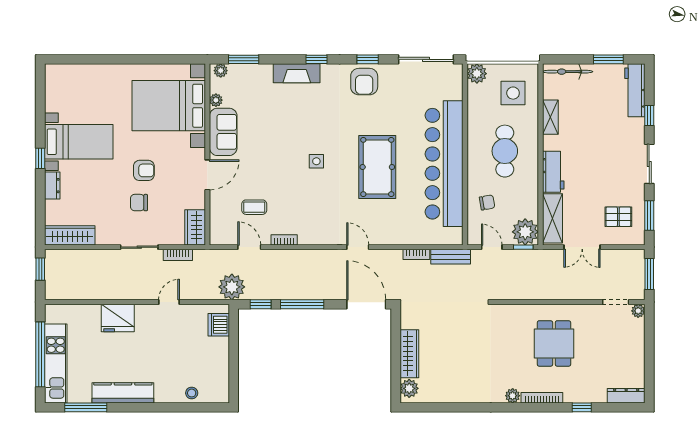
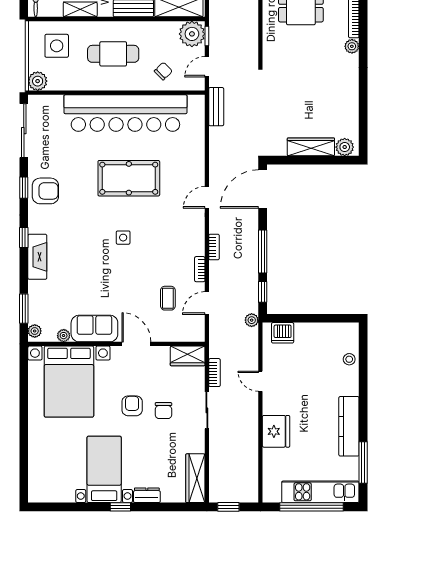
chair: (487, 202) -> (163, 71), turned 56
bookcase: (416, 254) -> (214, 247), moved
plant: (232, 287) -> (252, 320), width x0.53, depth x0.53

